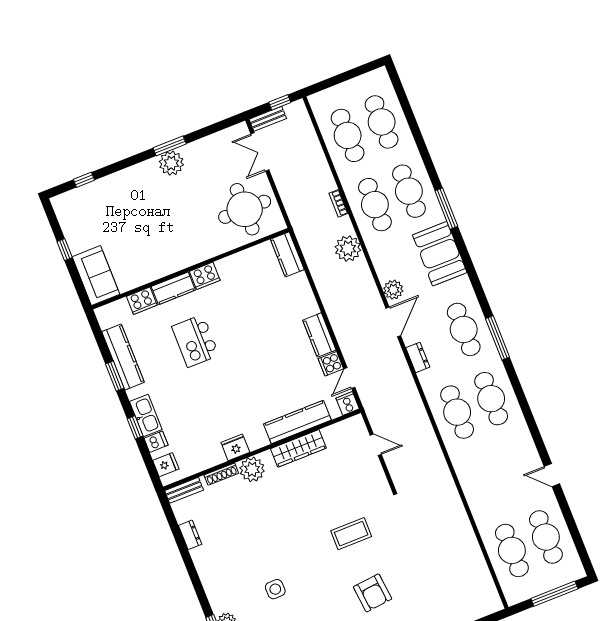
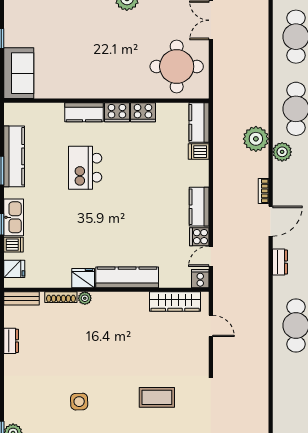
bookcase: (339, 203) -> (264, 191), moved
dishwasher: (298, 282) -> (199, 152), added
plant: (393, 290) -> (282, 152), moved
cooker: (142, 301) -> (143, 112), moved
kitchen counter: (297, 422) -> (127, 277), moved
wardrobe: (298, 448) -> (175, 302), moved
plant: (252, 469) -> (85, 298), width x0.53, depth x0.53
side table: (275, 589) -> (79, 402), moved

